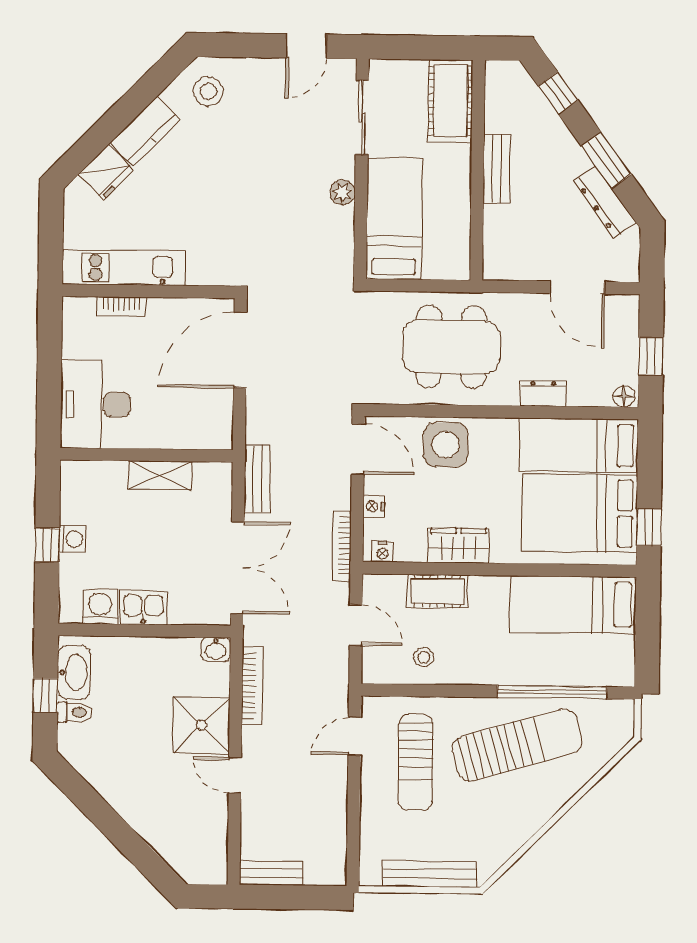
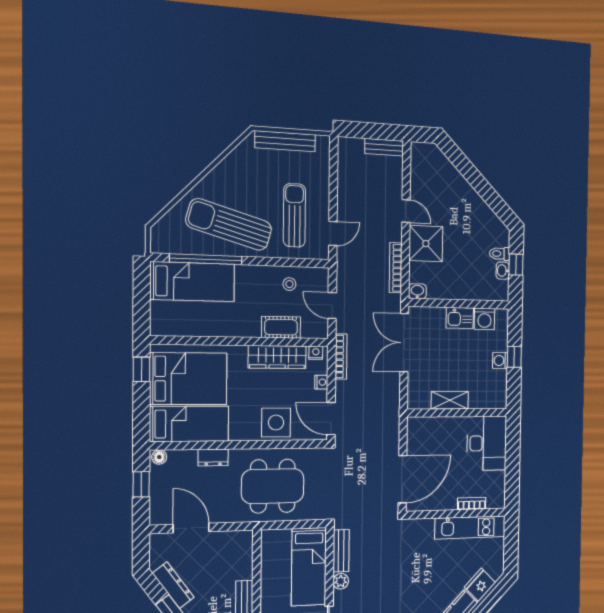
bench: (257, 479) -> (341, 551), moved
wardrobe: (458, 546) -> (277, 357), width x1.50
bed: (573, 605) -> (192, 282), moved
washbasin: (74, 672) -> (503, 271), width x0.52, depth x0.69
sun lounger: (517, 745) -> (229, 225), turned 32

